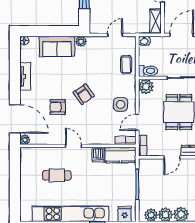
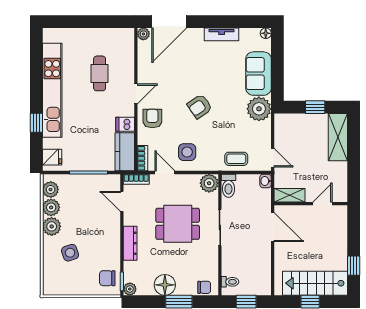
door: (115, 35) -> (273, 158), moved
plant: (81, 41) -> (259, 109), width x1.88, depth x1.88
armchair: (58, 107) -> (152, 119), moved
door: (172, 157) -> (122, 201), moved

